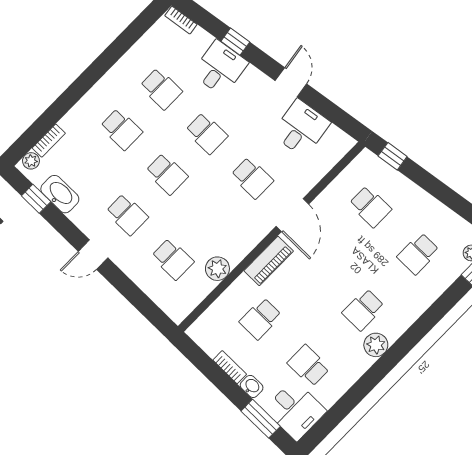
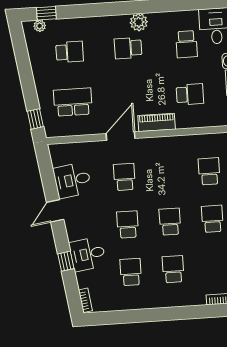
school desk: (370, 207) -> (73, 102), width x1.85
plant: (217, 269) -> (189, 144), removed
school desk: (363, 310) -> (128, 48), turned 180

